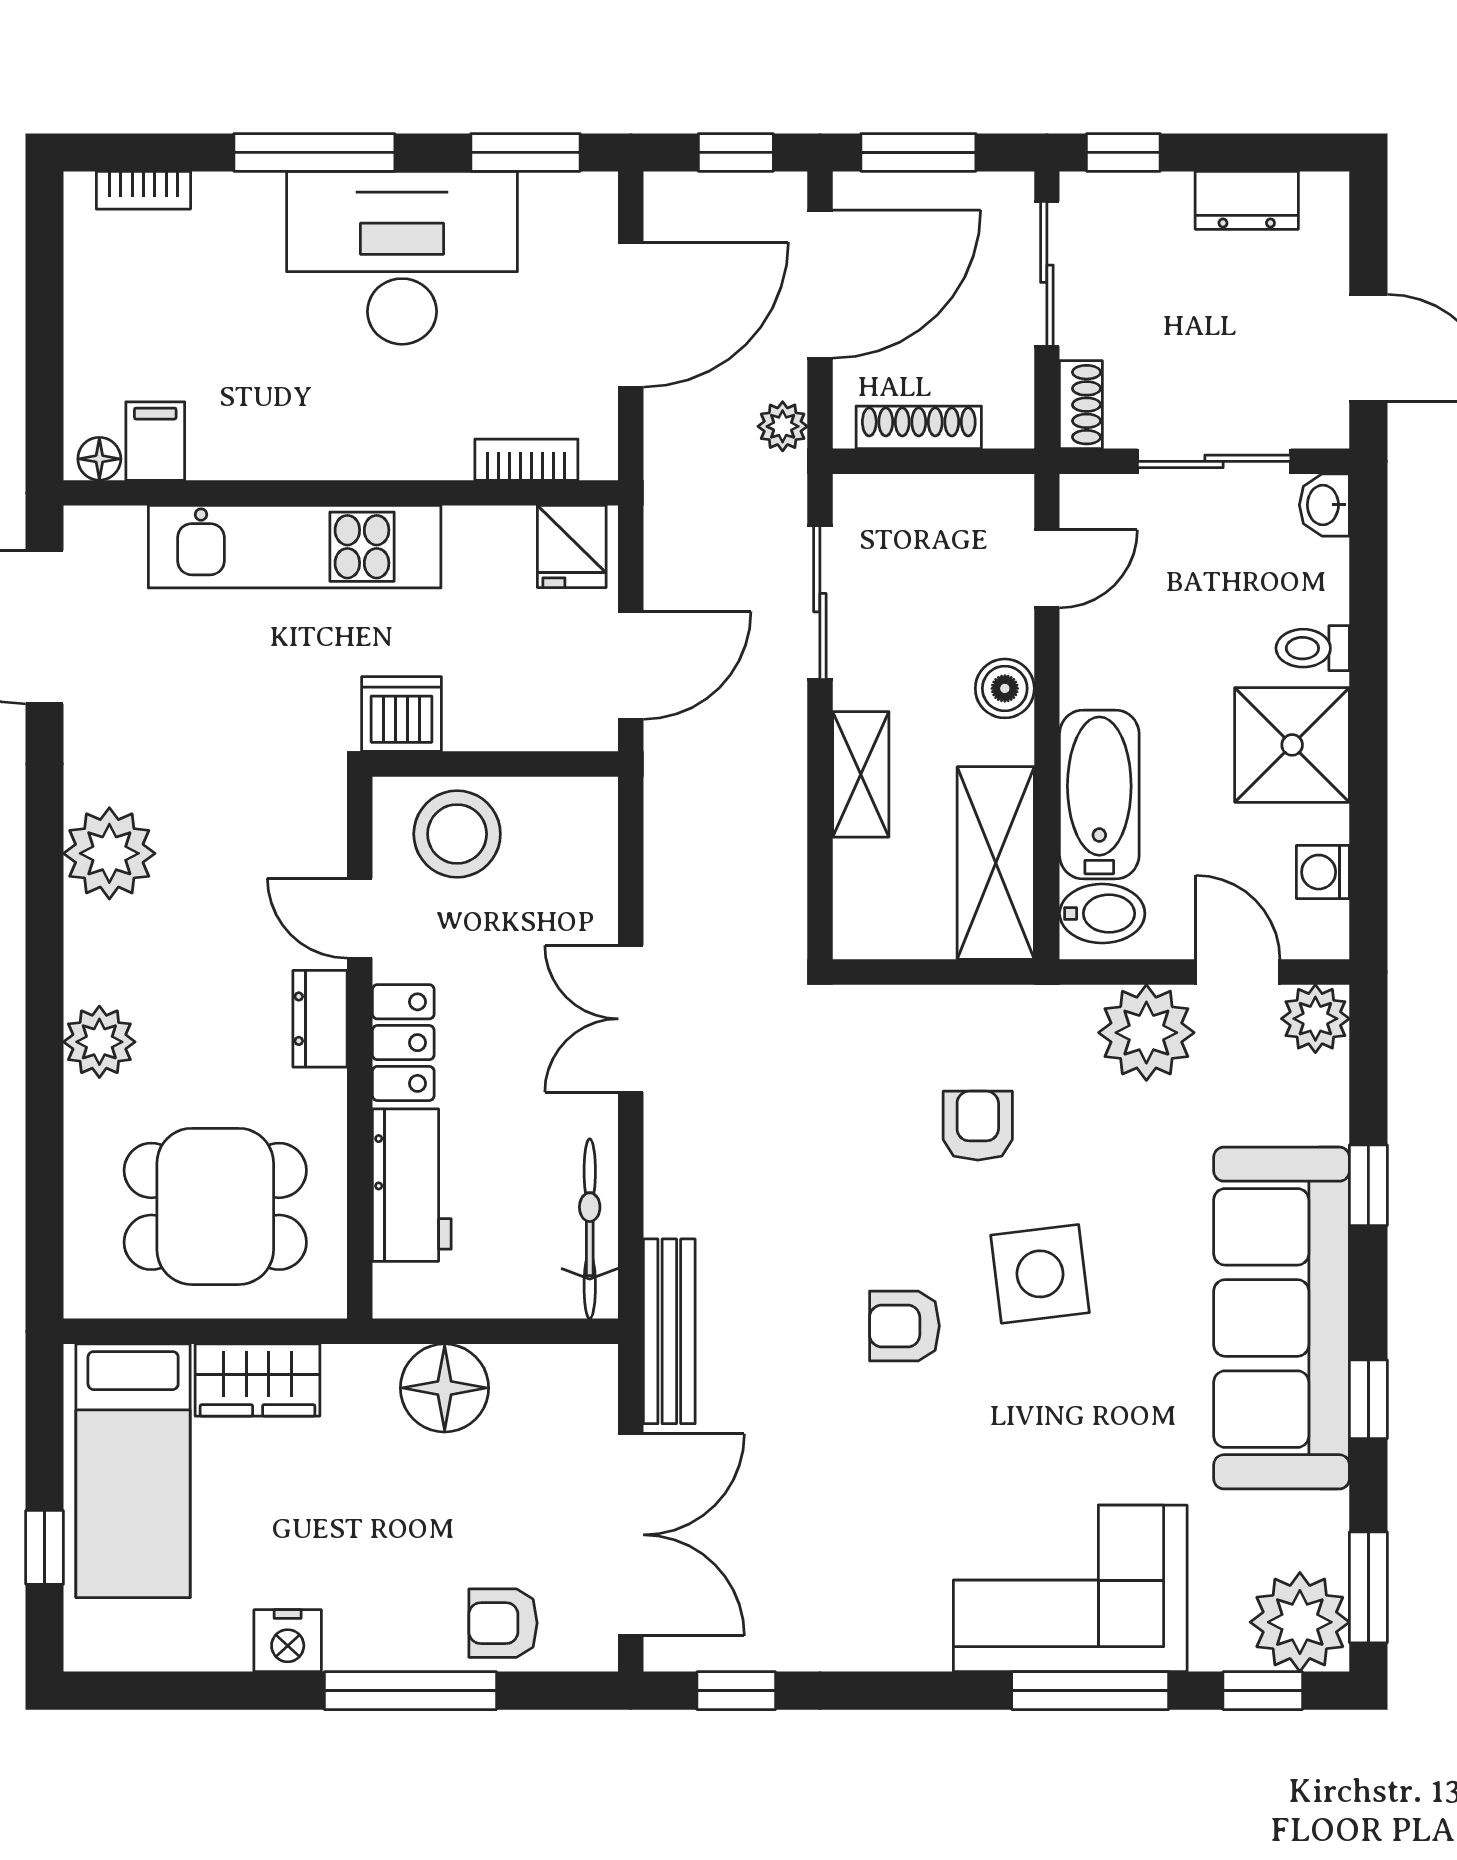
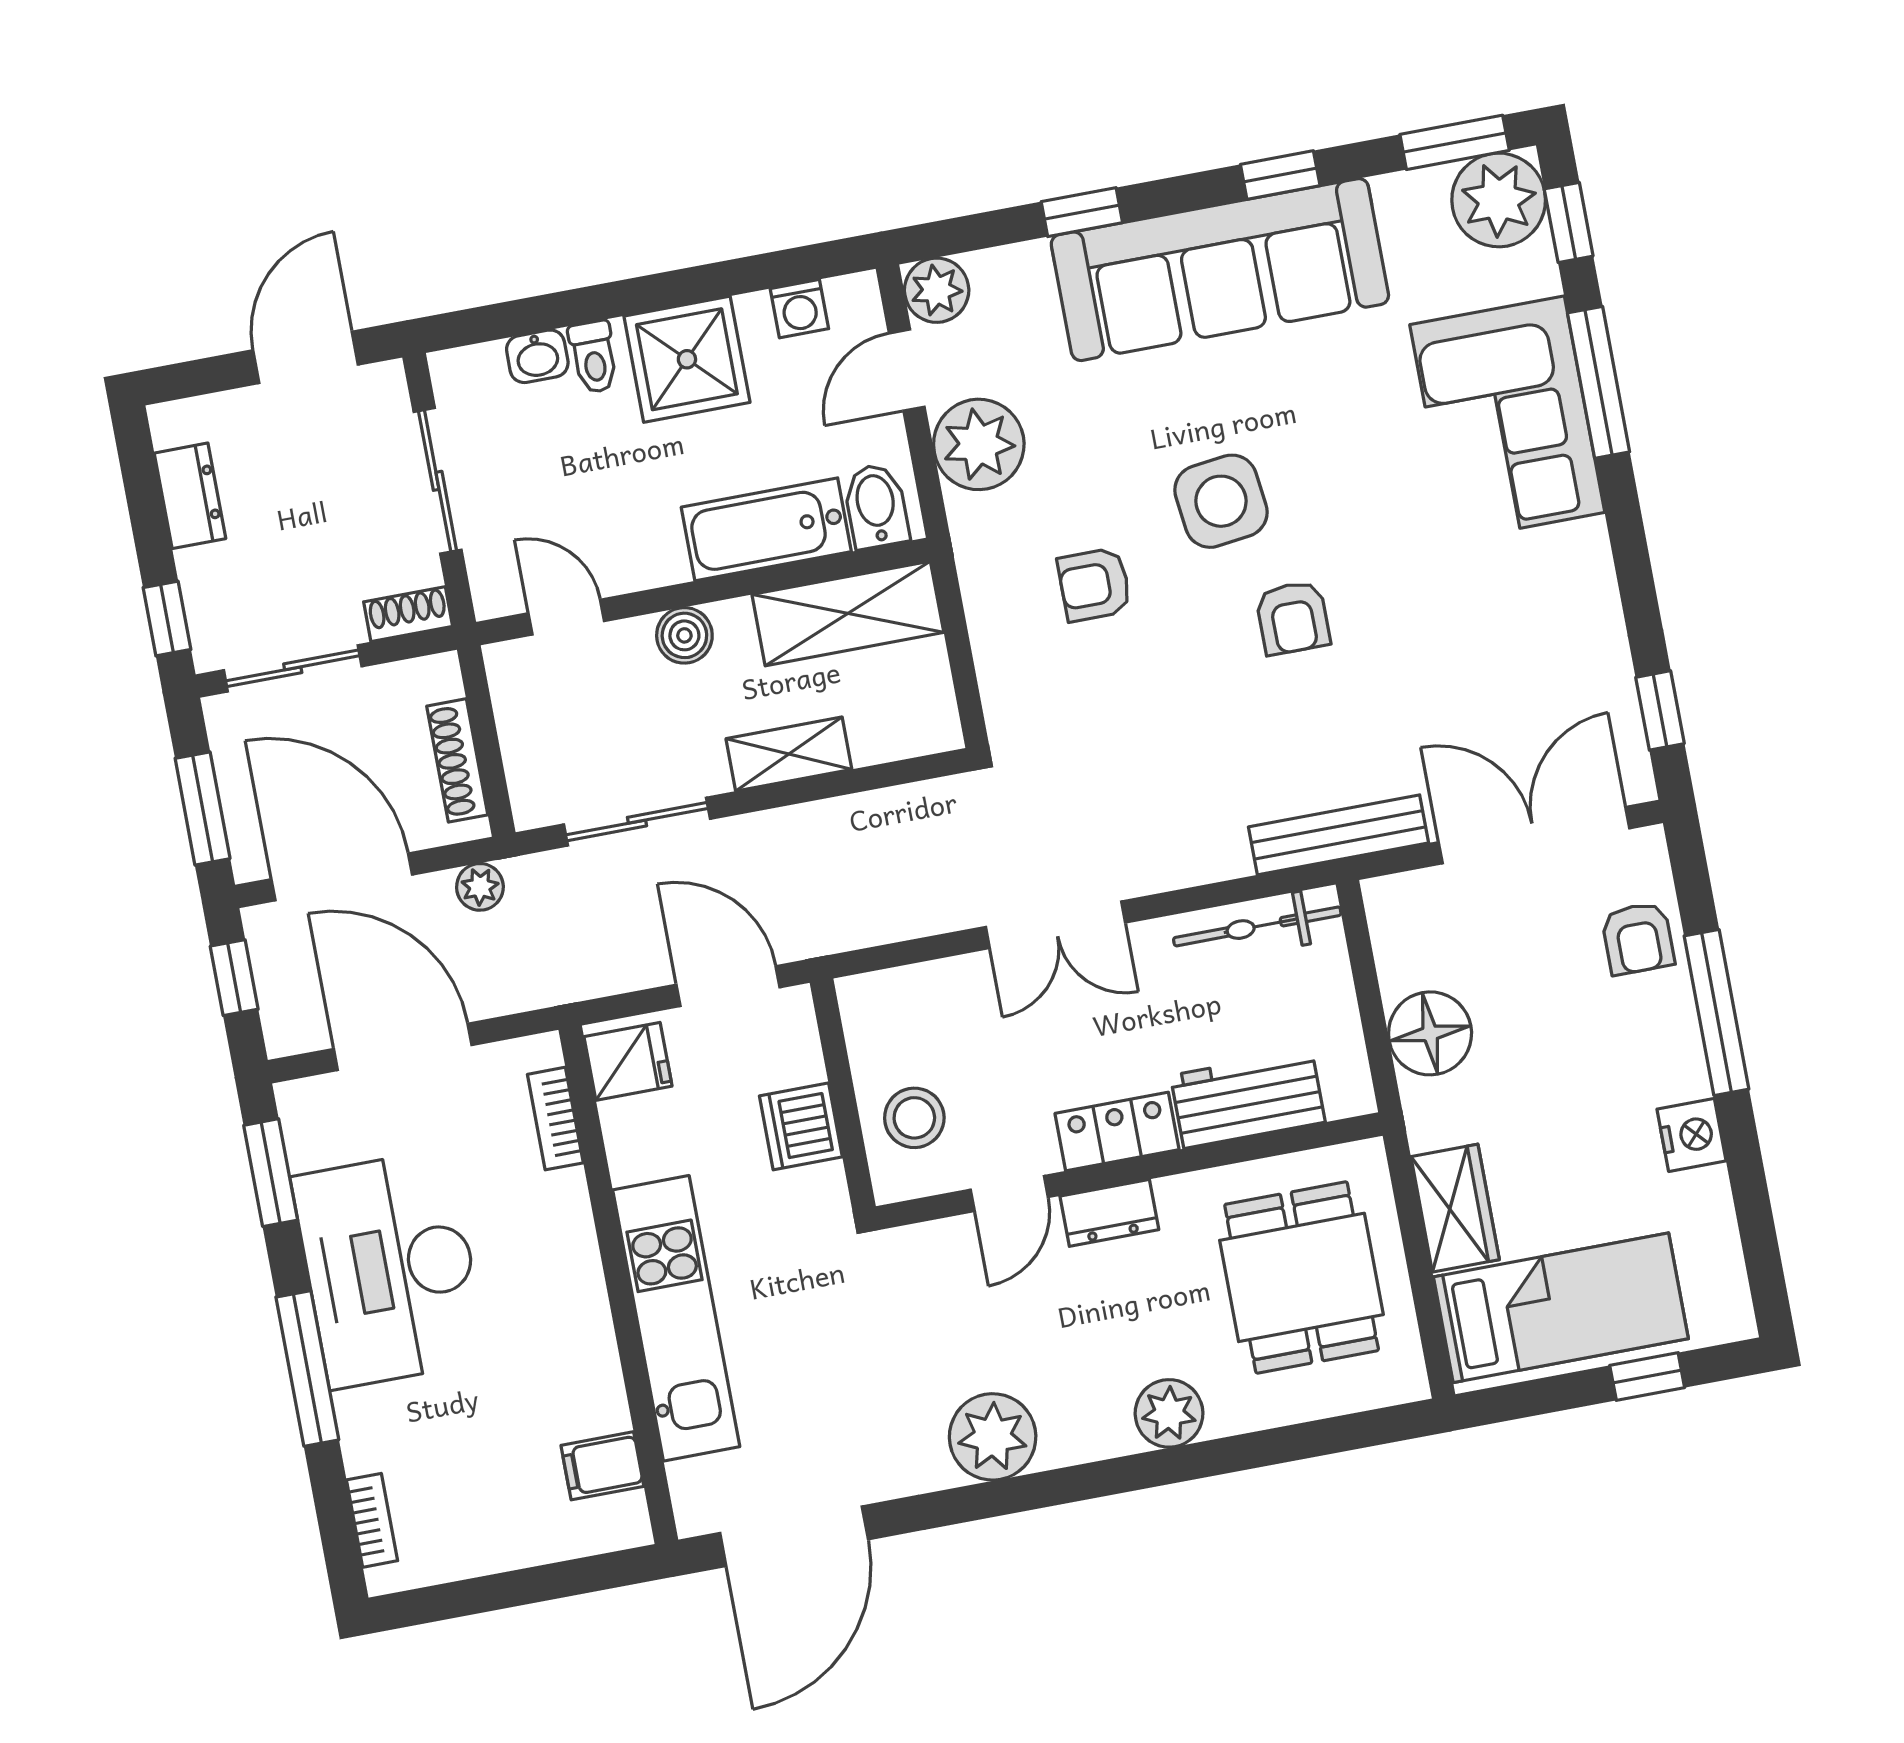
floor lamp: (99, 459) -> (629, 1515), removed
washbasin: (1324, 505) -> (537, 356), moved
dishwasher: (401, 714) -> (801, 1126), moved
stool: (457, 834) -> (914, 1118), width x0.73, depth x0.73

